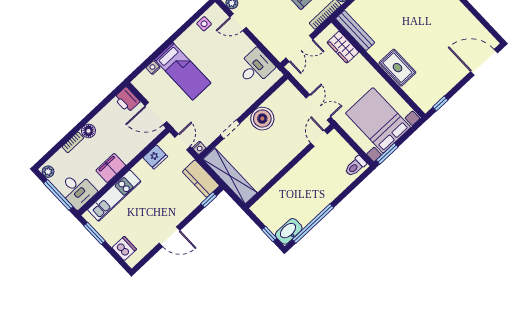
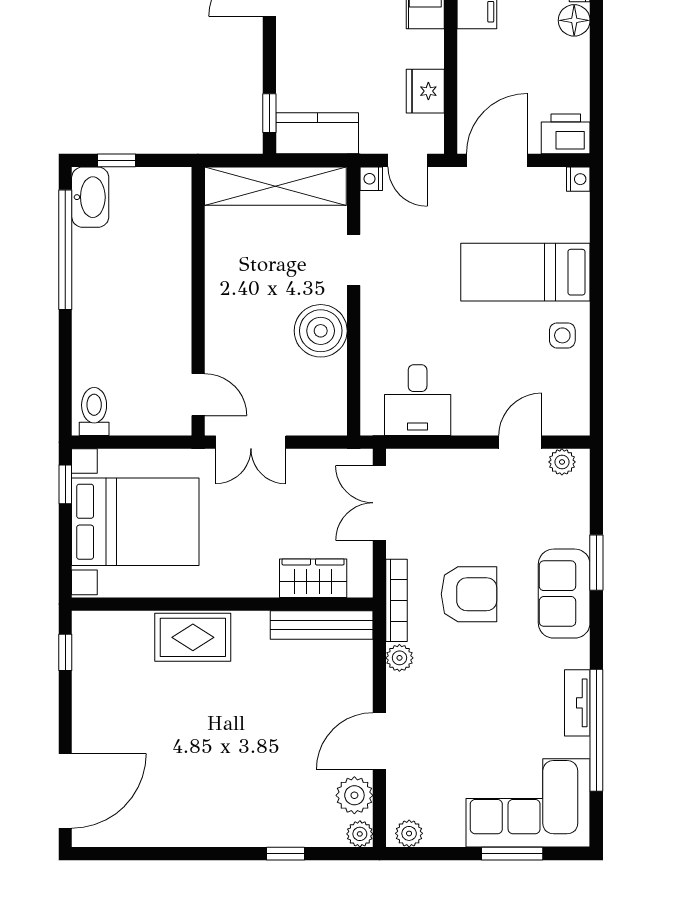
side table: (204, 24) -> (562, 335), moved
nightstand: (153, 68) -> (578, 179), moved
window: (387, 154) -> (65, 484), width x0.67

